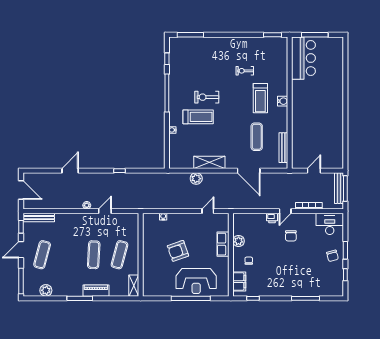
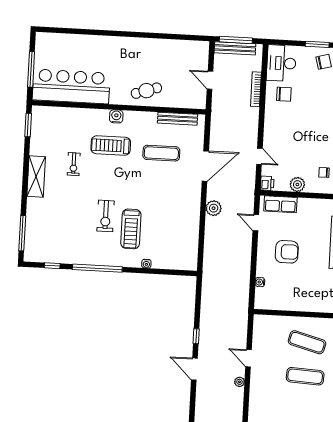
bar counter: (303, 58) -> (71, 86), width x1.36
treadmill: (260, 98) -> (111, 146), turned 180
treadmill: (198, 117) -> (131, 229), turned 180
cafe table: (303, 123) -> (146, 91), added
shelving: (209, 162) -> (36, 176), moved
door: (70, 171) -> (194, 369), moved
plant: (196, 179) -> (214, 208), moved
door: (285, 211) -> (259, 156), moved
printer: (272, 218) -> (267, 183), moved
chair: (291, 236) -> (284, 94), moved
row of seats: (223, 244) -> (280, 204), moved
armchair: (178, 251) -> (287, 252), moved, turned -71

